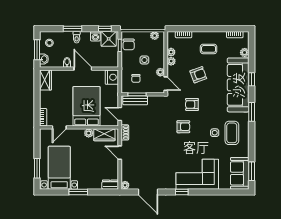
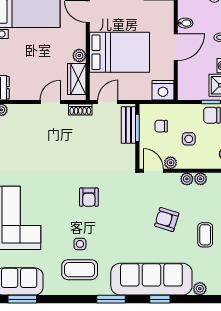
armchair: (198, 75) -> (167, 220), turned 127
door: (166, 84) -> (153, 171), swing flipped
armchair: (192, 104) -> (122, 210), removed

